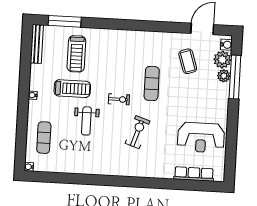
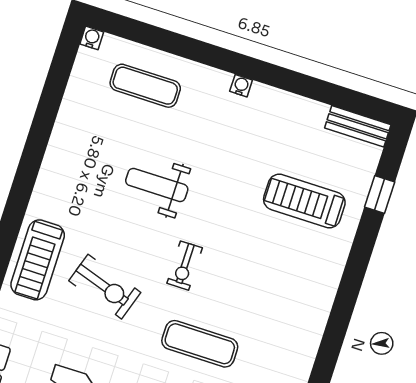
window: (65, 21) -> (380, 194), width x0.46
bench: (37, 44) -> (358, 126), width x0.73
treadmill: (72, 89) -> (38, 260), moved

